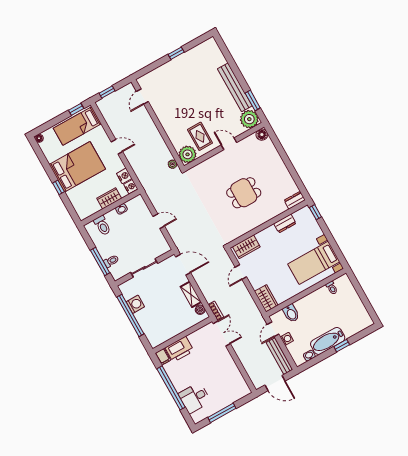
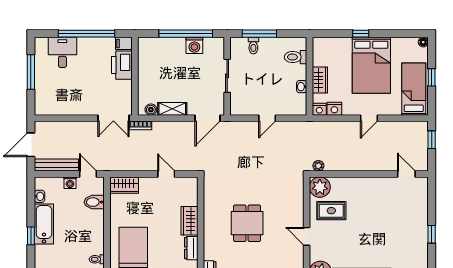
window: (76, 109) -> (432, 77), moved
door: (229, 144) -> (307, 236), swing flipped
wardrobe: (246, 247) -> (189, 221), moved

